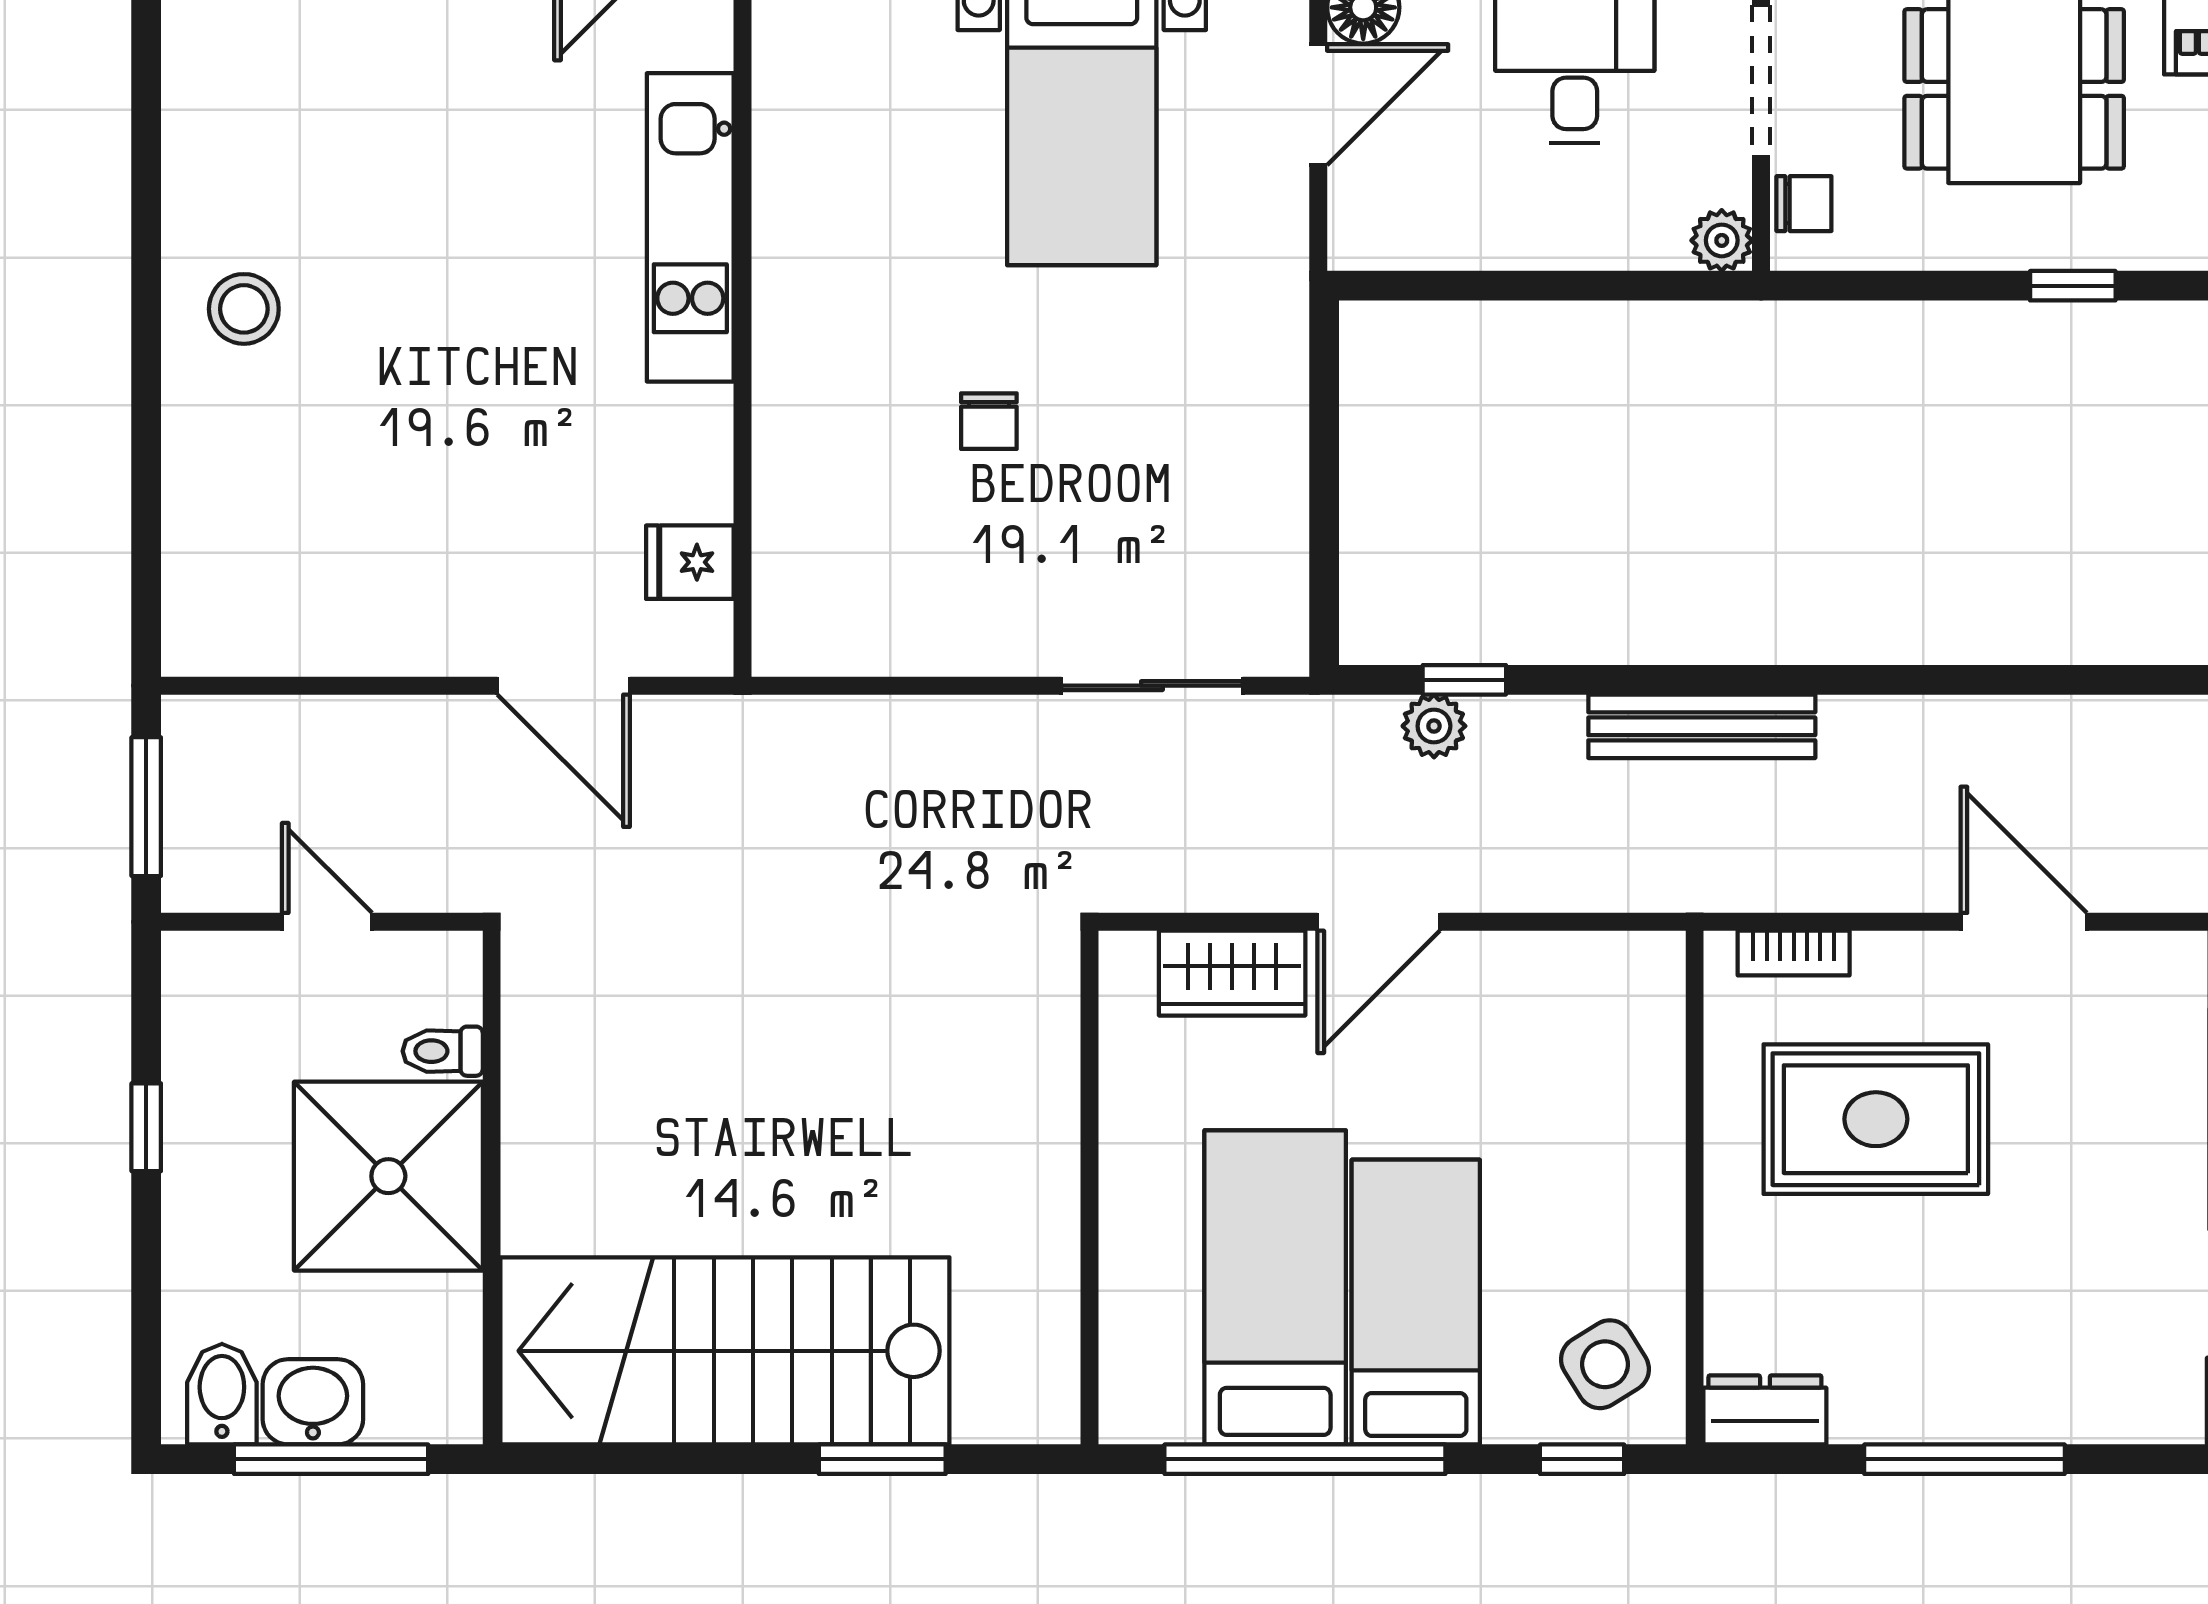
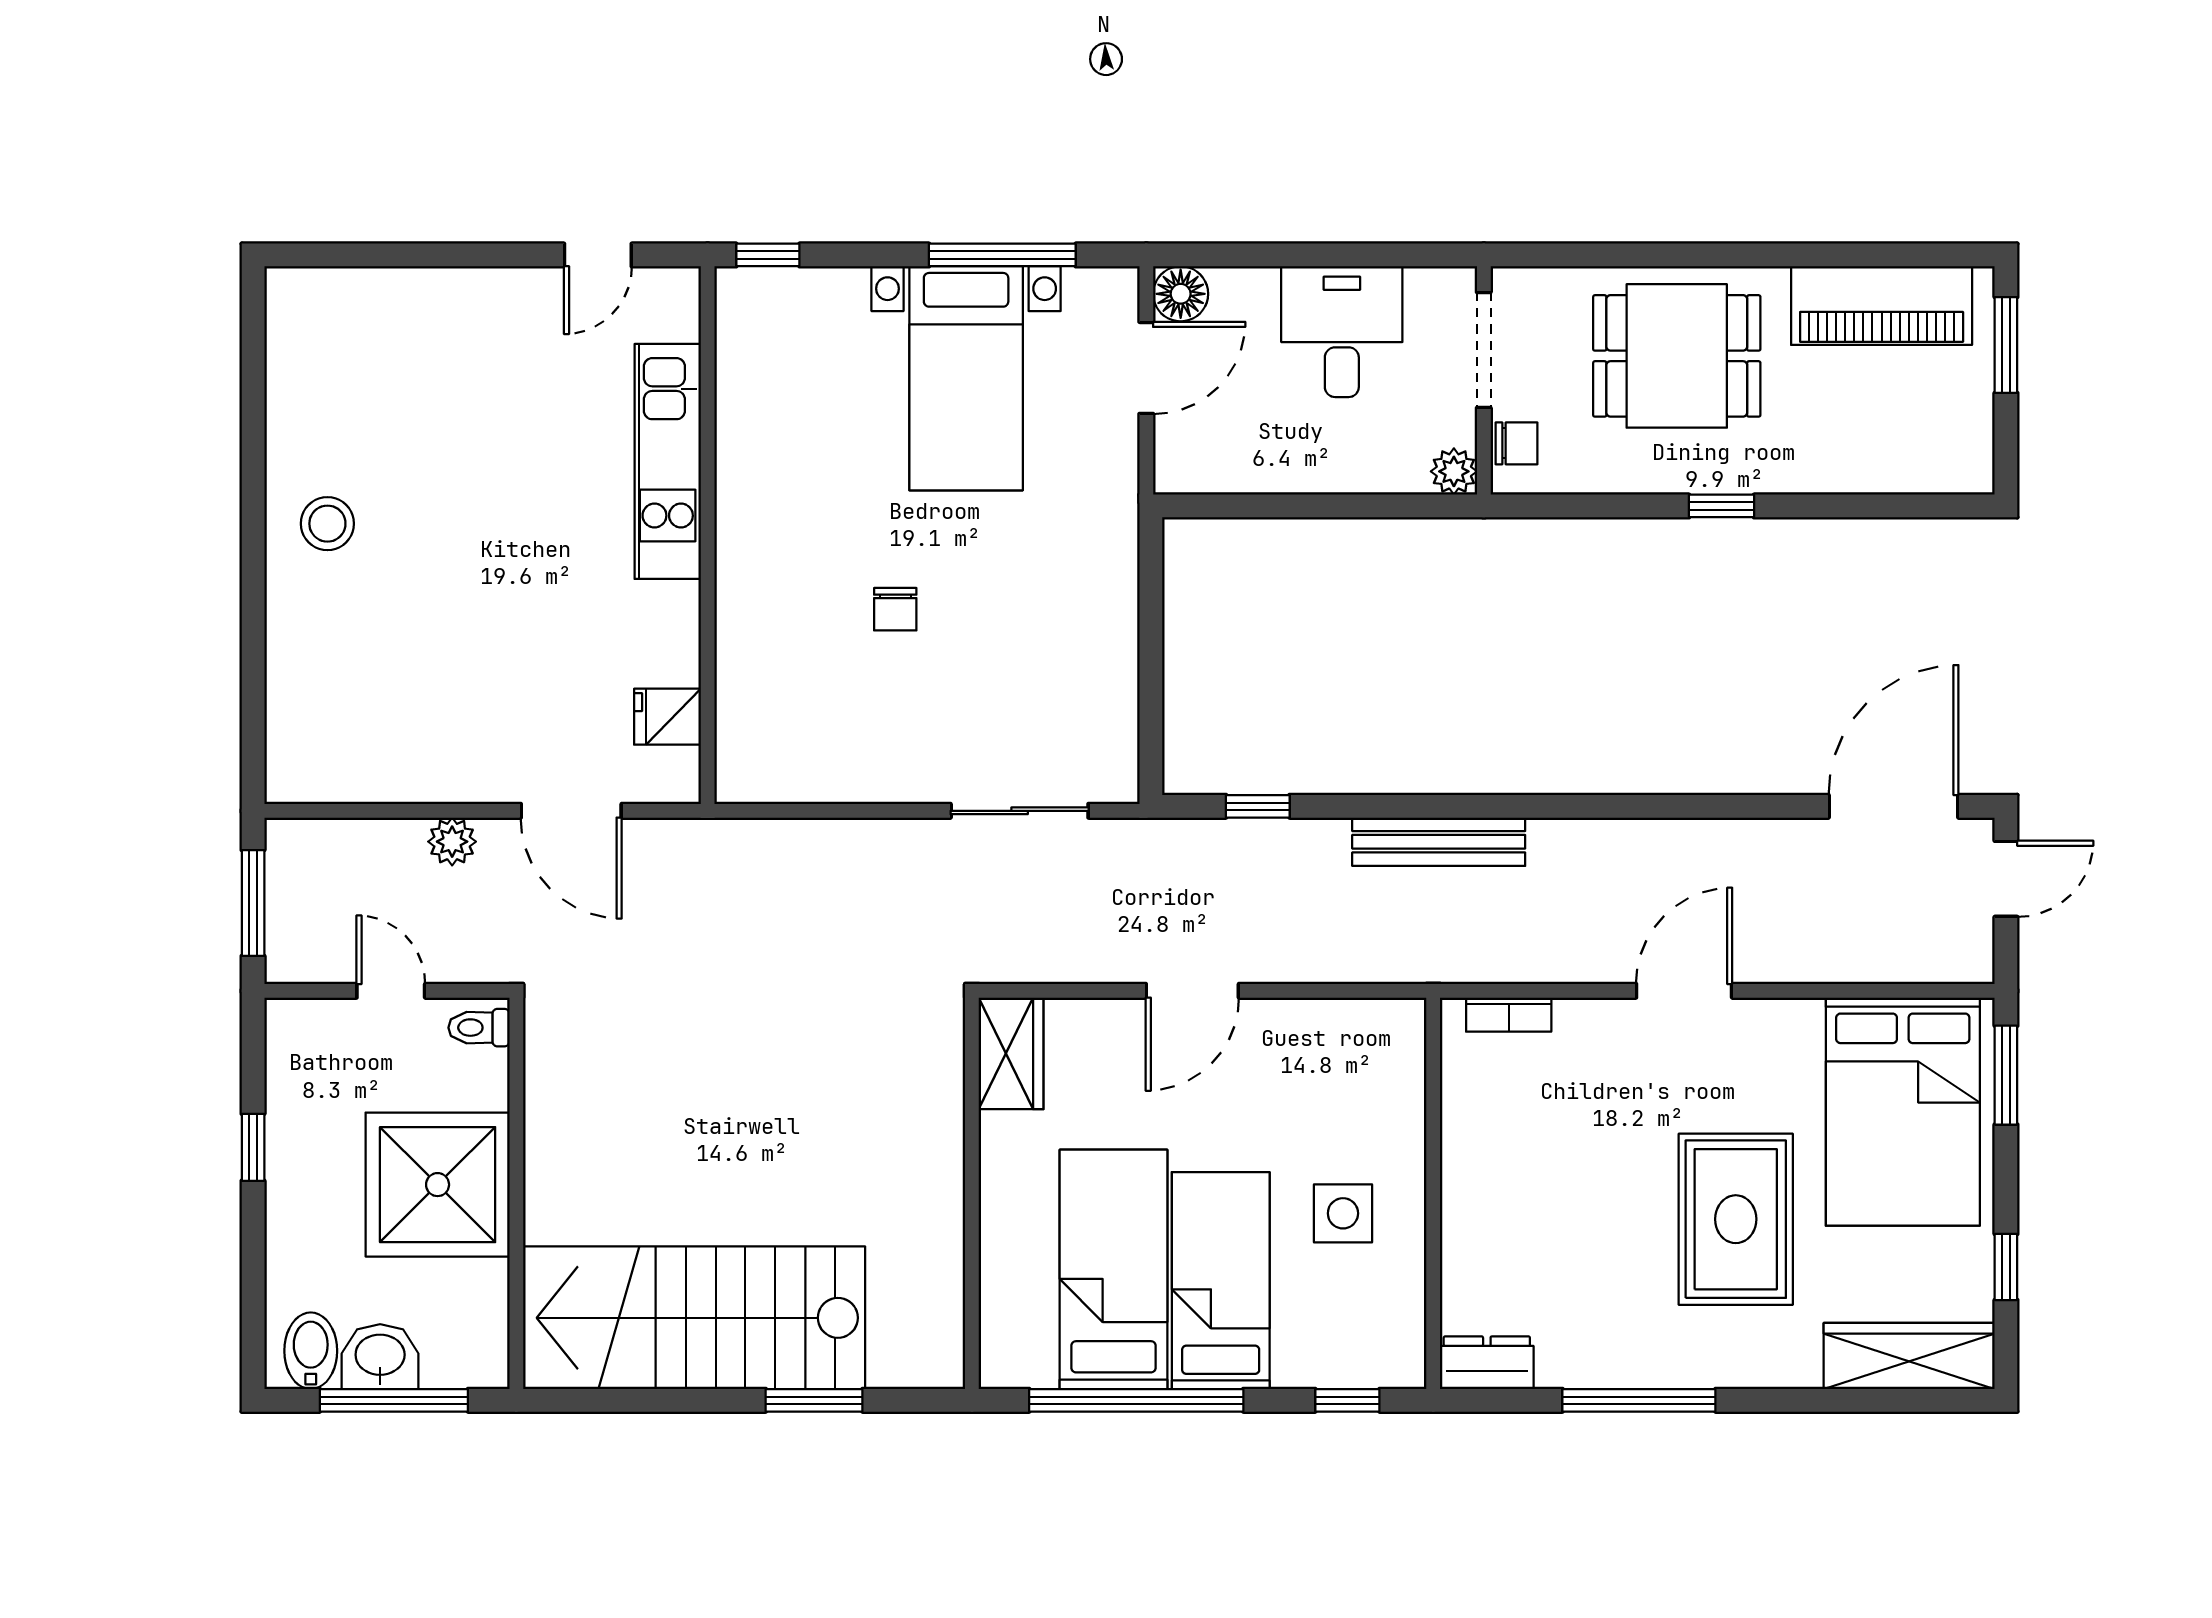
plant: (1434, 726) -> (452, 842), moved
door: (2024, 922) -> (1684, 991), hinge flipped
wardrobe: (1232, 973) -> (1011, 1053), moved, turned -90
toilet: (443, 1051) -> (479, 1028), moved
rug: (1876, 1119) -> (1736, 1219), moved, turned 90
side table: (1605, 1364) -> (1343, 1213), moved, turned 32

